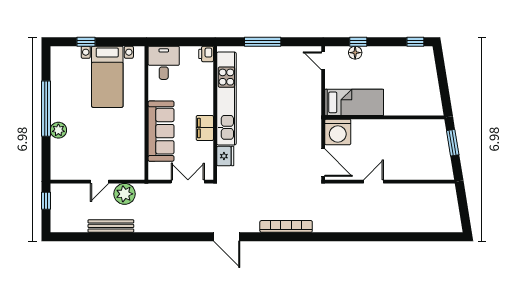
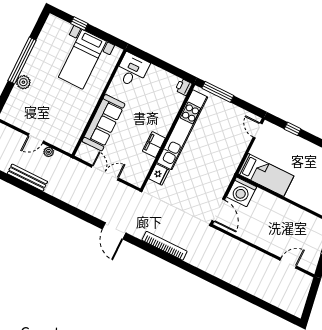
floor lamp: (355, 53) -> (286, 136), removed
printer: (206, 54) -> (183, 87), moved
kitchen unit: (226, 99) -> (182, 130), moved
wall: (215, 113) -> (168, 137), moved
filing cabinet: (205, 128) -> (154, 145), moved
fridge: (225, 156) -> (159, 174), moved
door: (373, 182) -> (288, 263), moved
plant: (125, 194) -> (49, 152), width x0.53, depth x0.53

